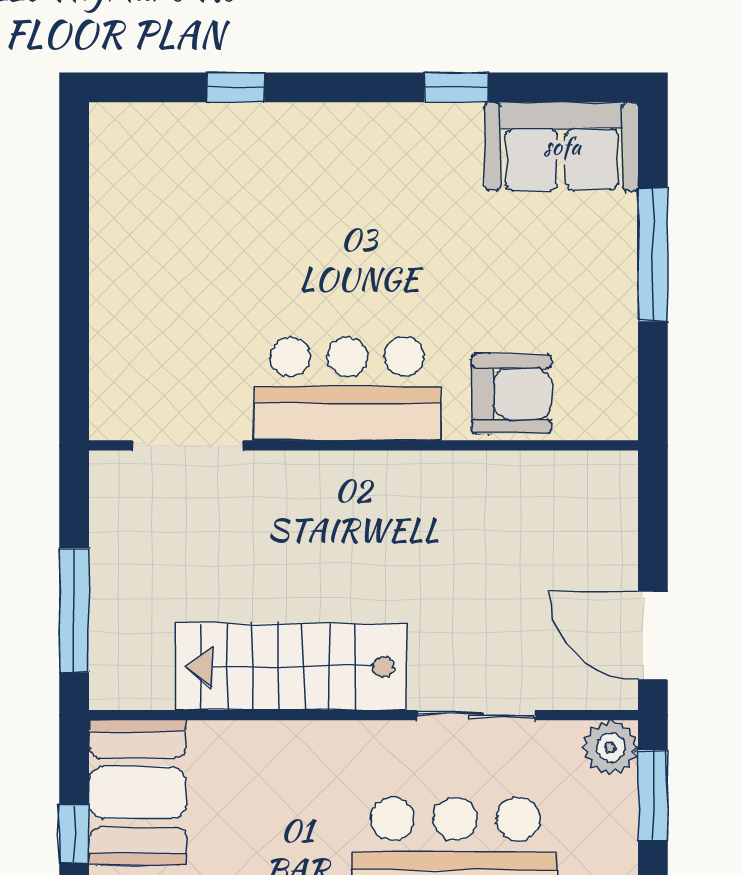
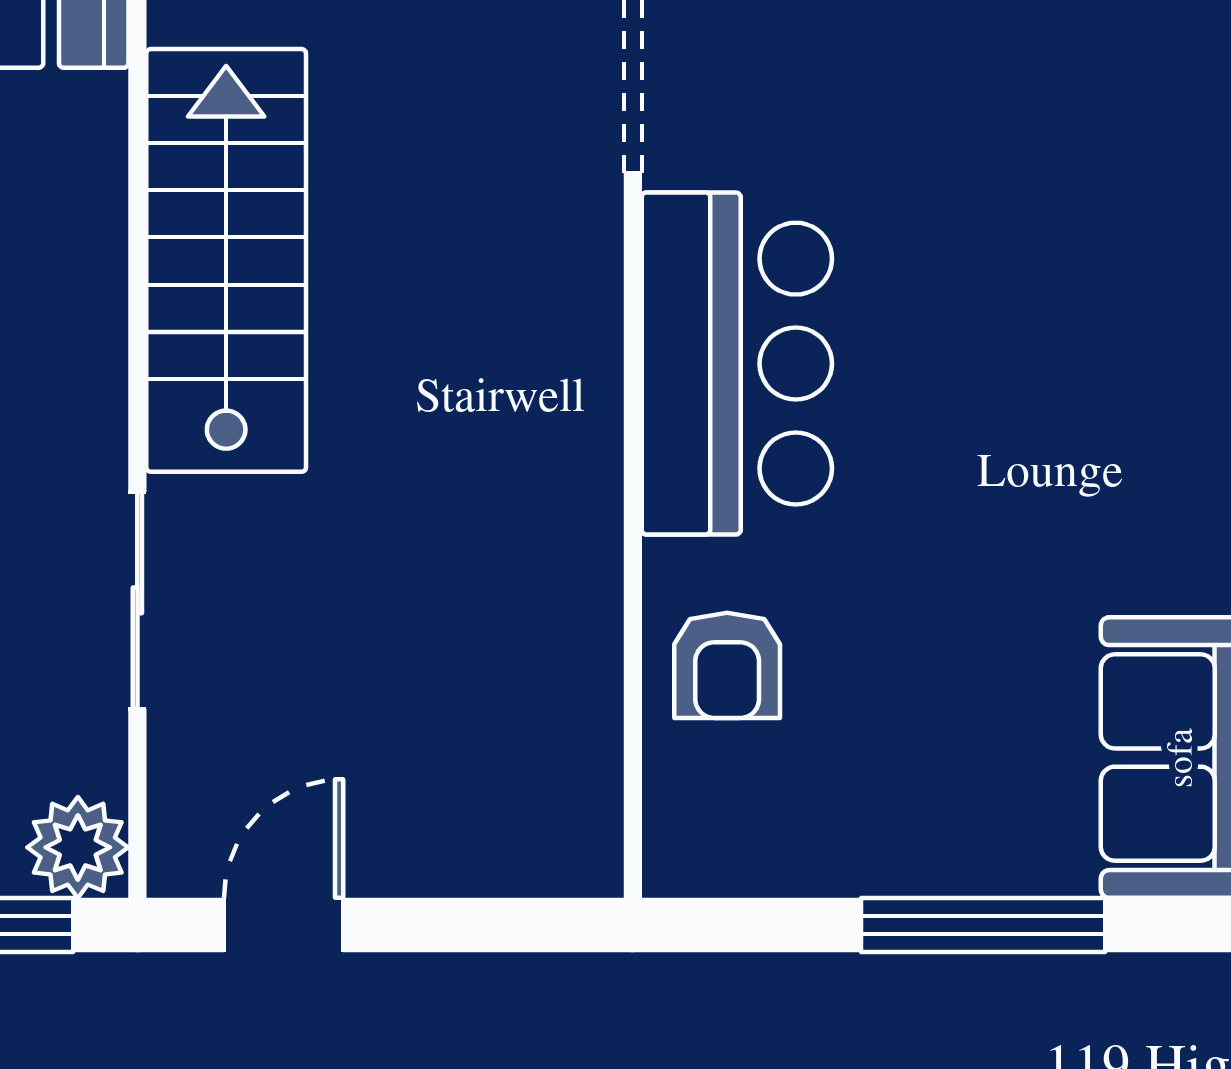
armchair: (511, 394) -> (727, 665), width x0.72, depth x0.72
door: (653, 635) -> (284, 925), width x0.73

